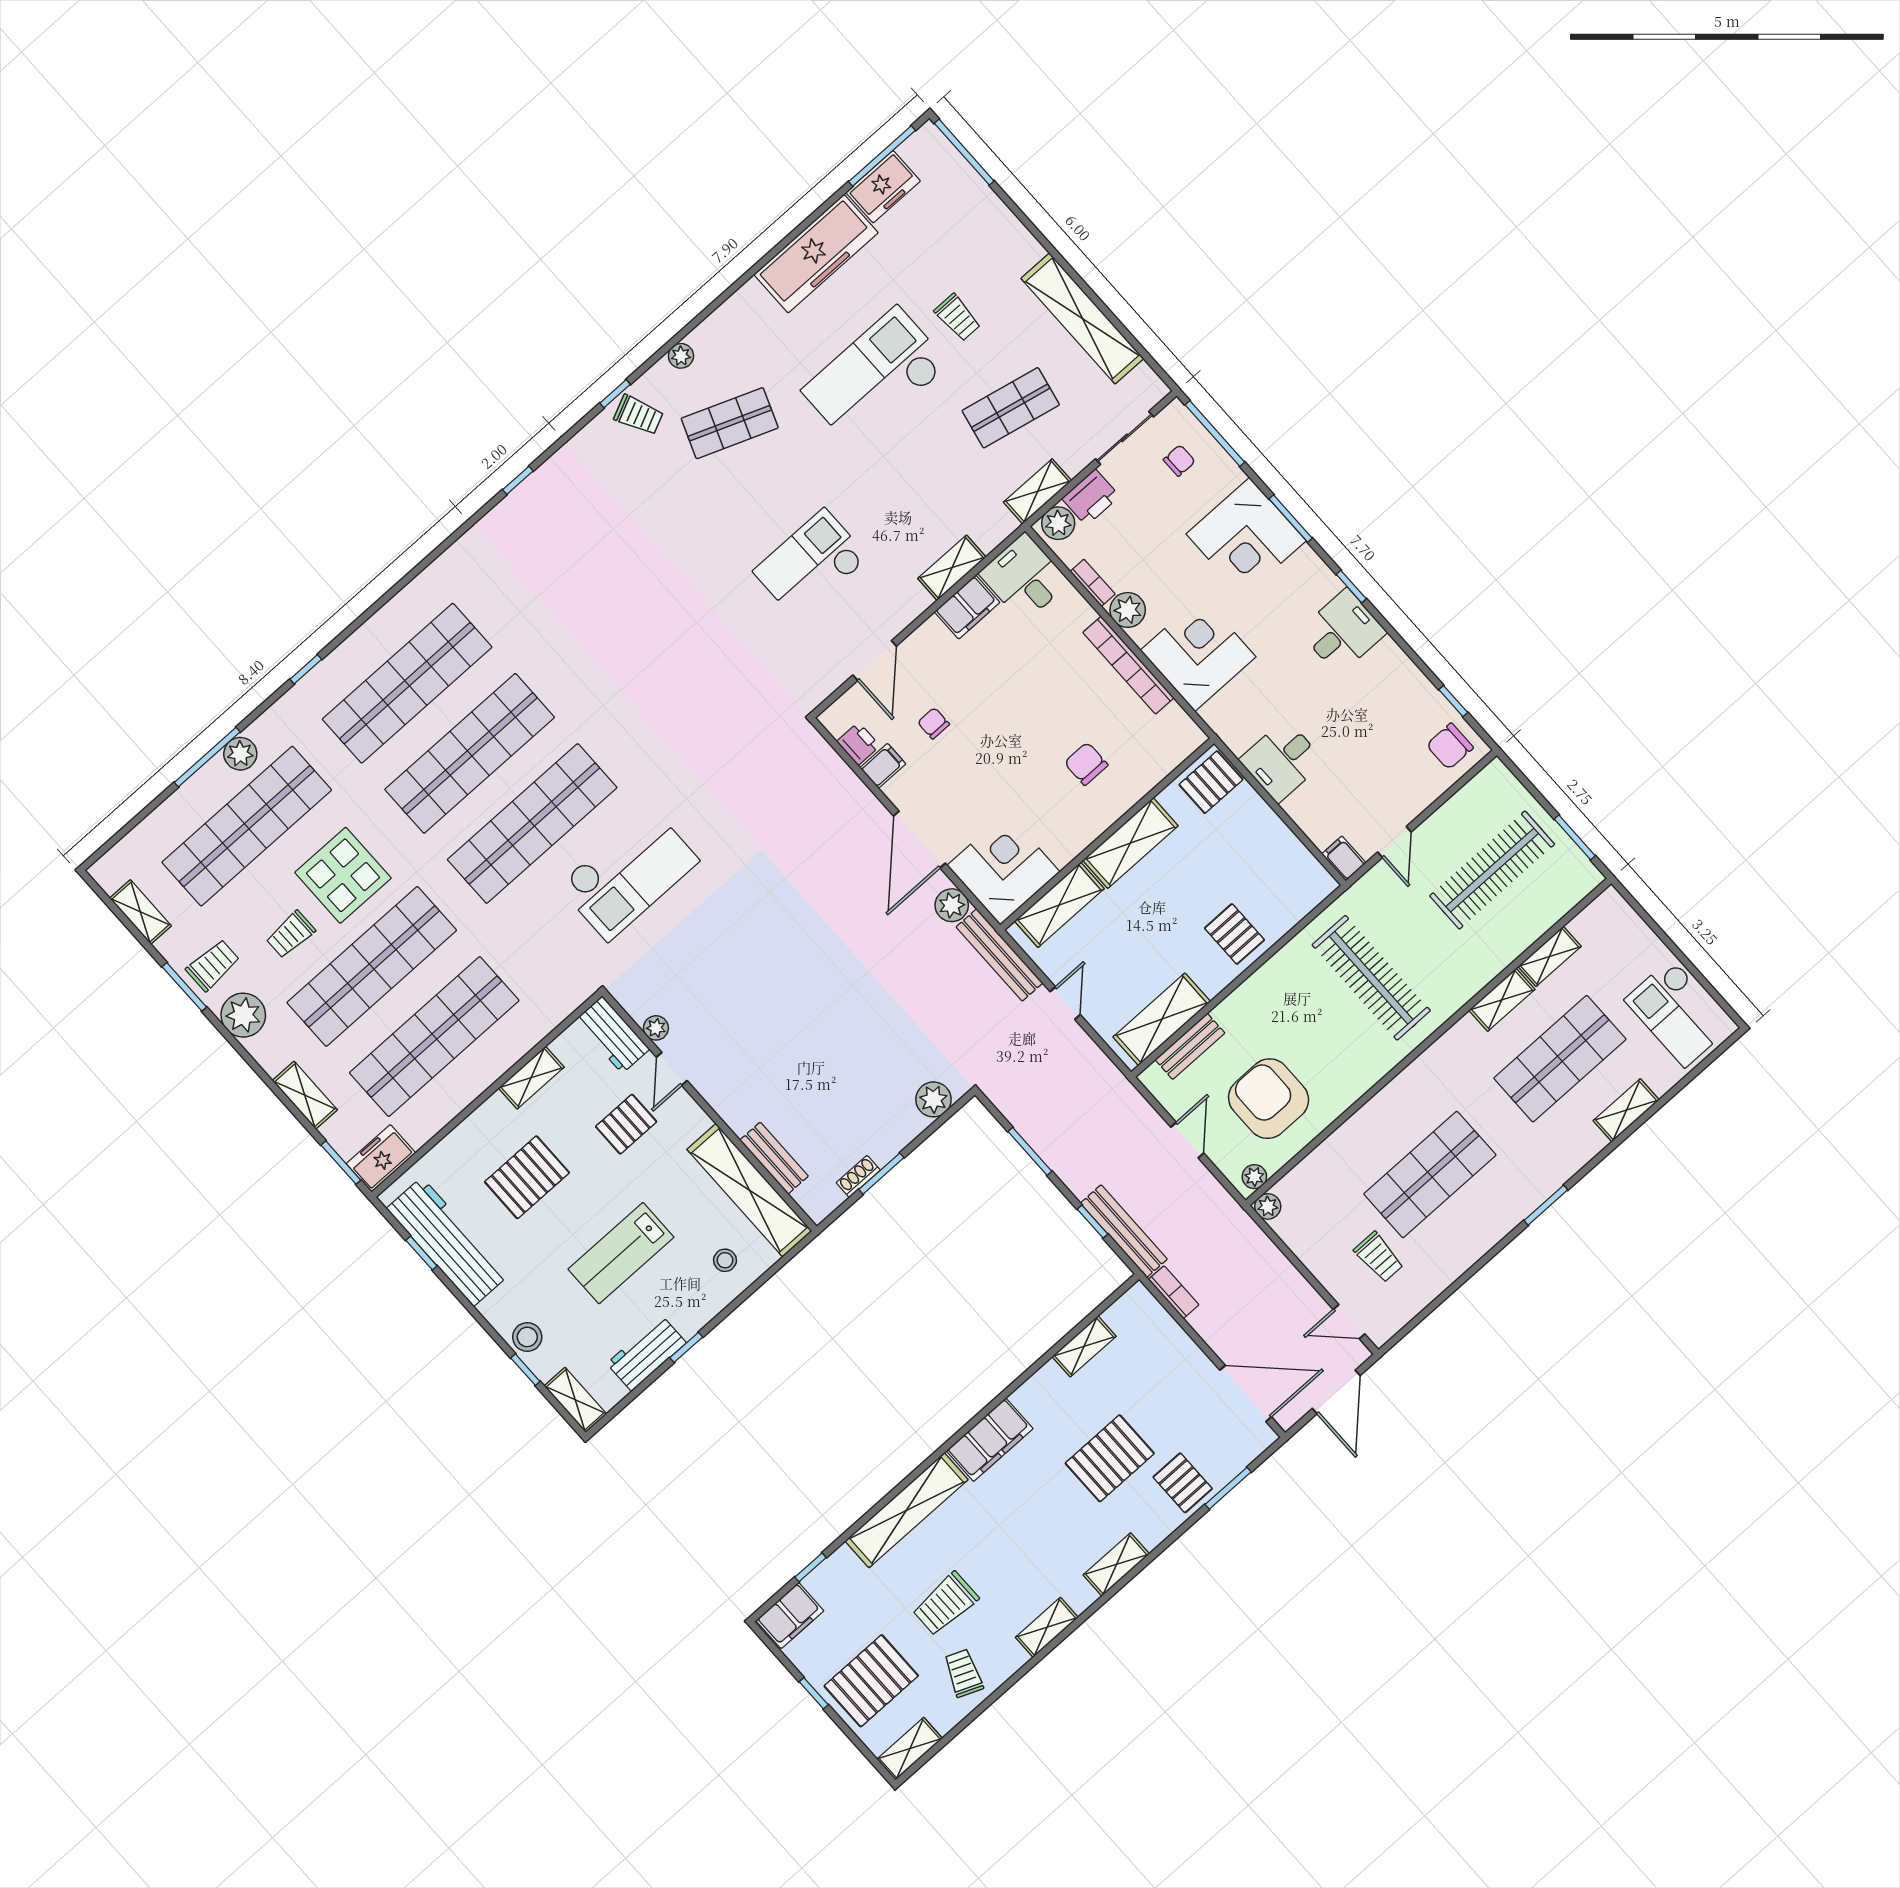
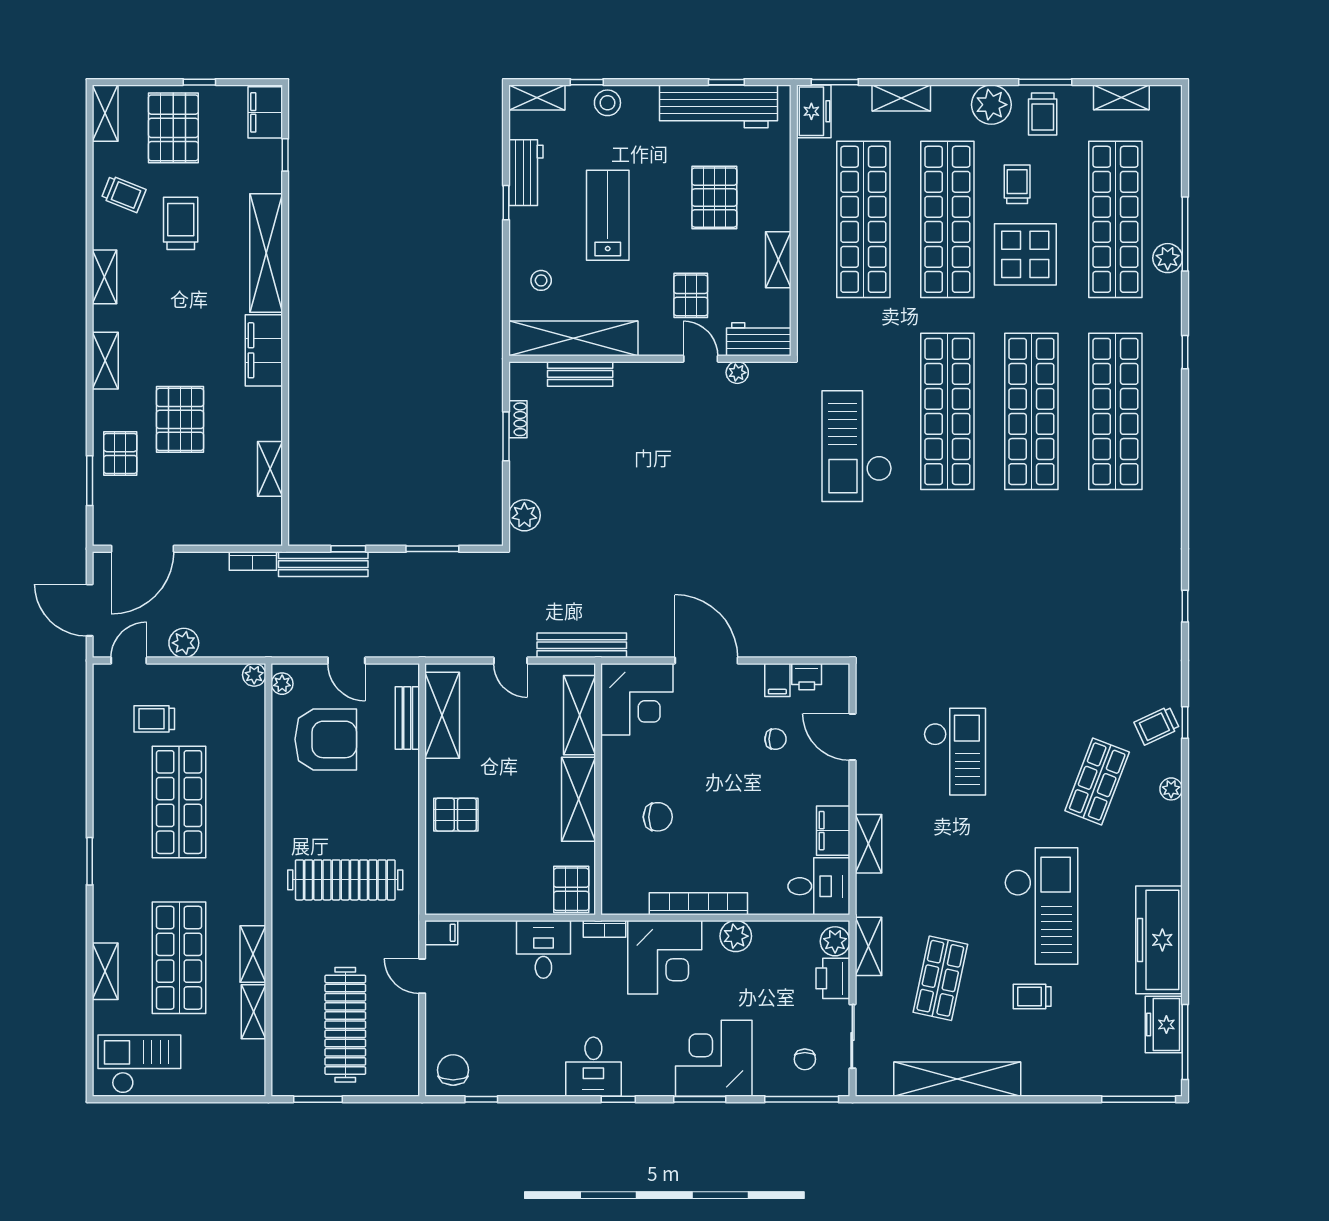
bookcase: (1093, 583) -> (605, 929), moved
plant: (952, 905) -> (184, 643), moved
pallet: (1183, 1483) -> (120, 454), turned 90

